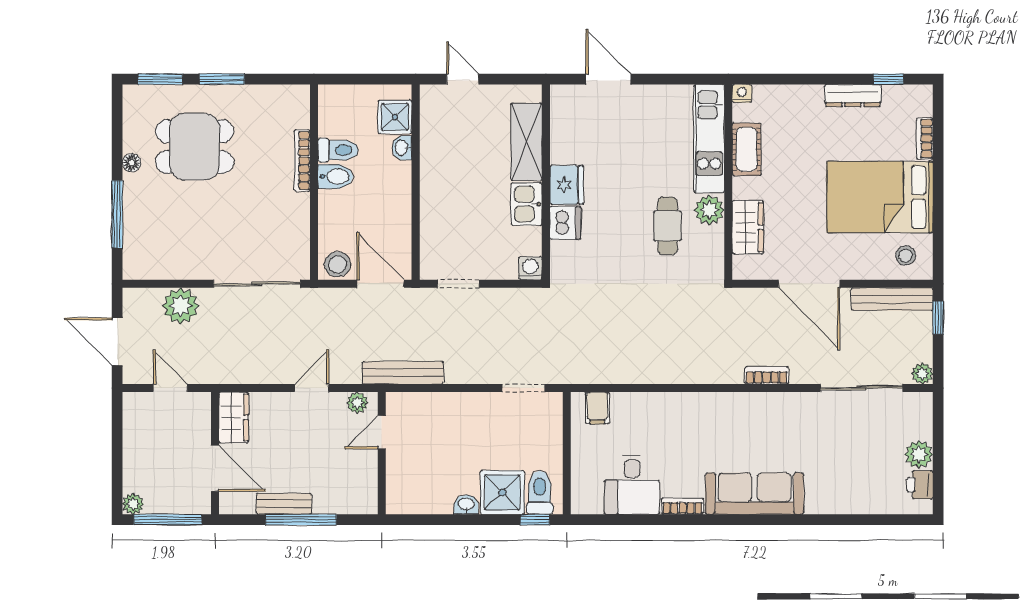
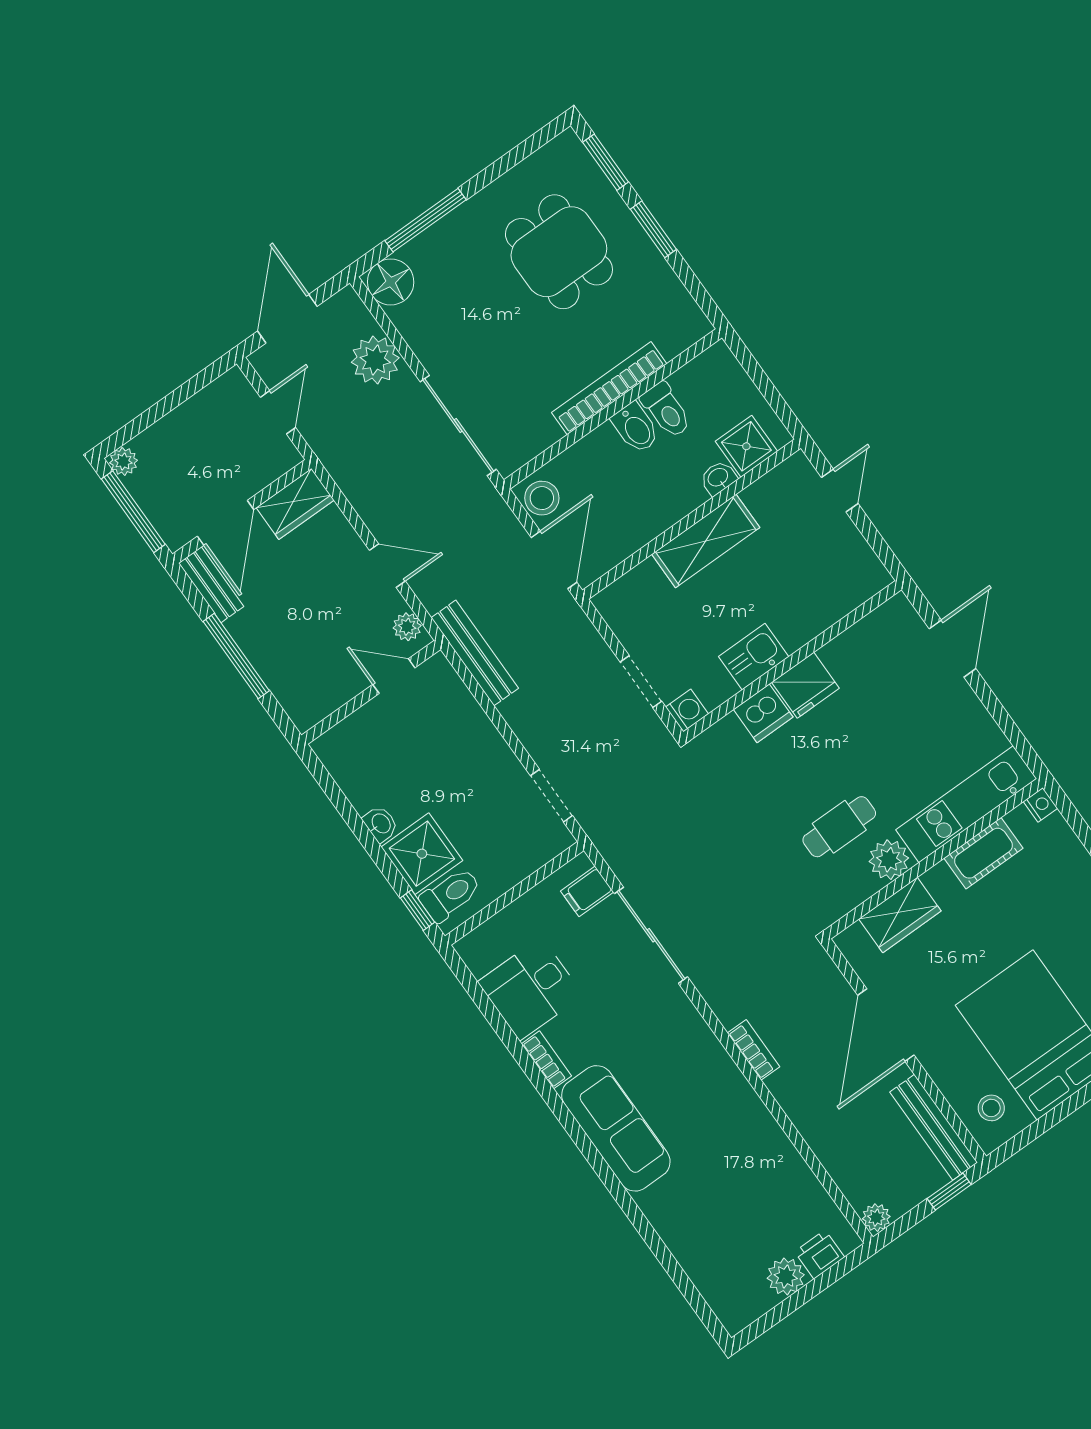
shelving: (526, 142) -> (706, 541), moved
bookcase: (302, 161) -> (609, 388), width x1.48, depth x1.31
floor lamp: (132, 163) -> (391, 282), moved, width x1.89, depth x1.89
doorway: (458, 284) -> (641, 682), moved
sliding door: (862, 388) -> (651, 935), moved
printer: (920, 485) -> (820, 1254), moved
bench: (284, 504) -> (211, 585), moved

